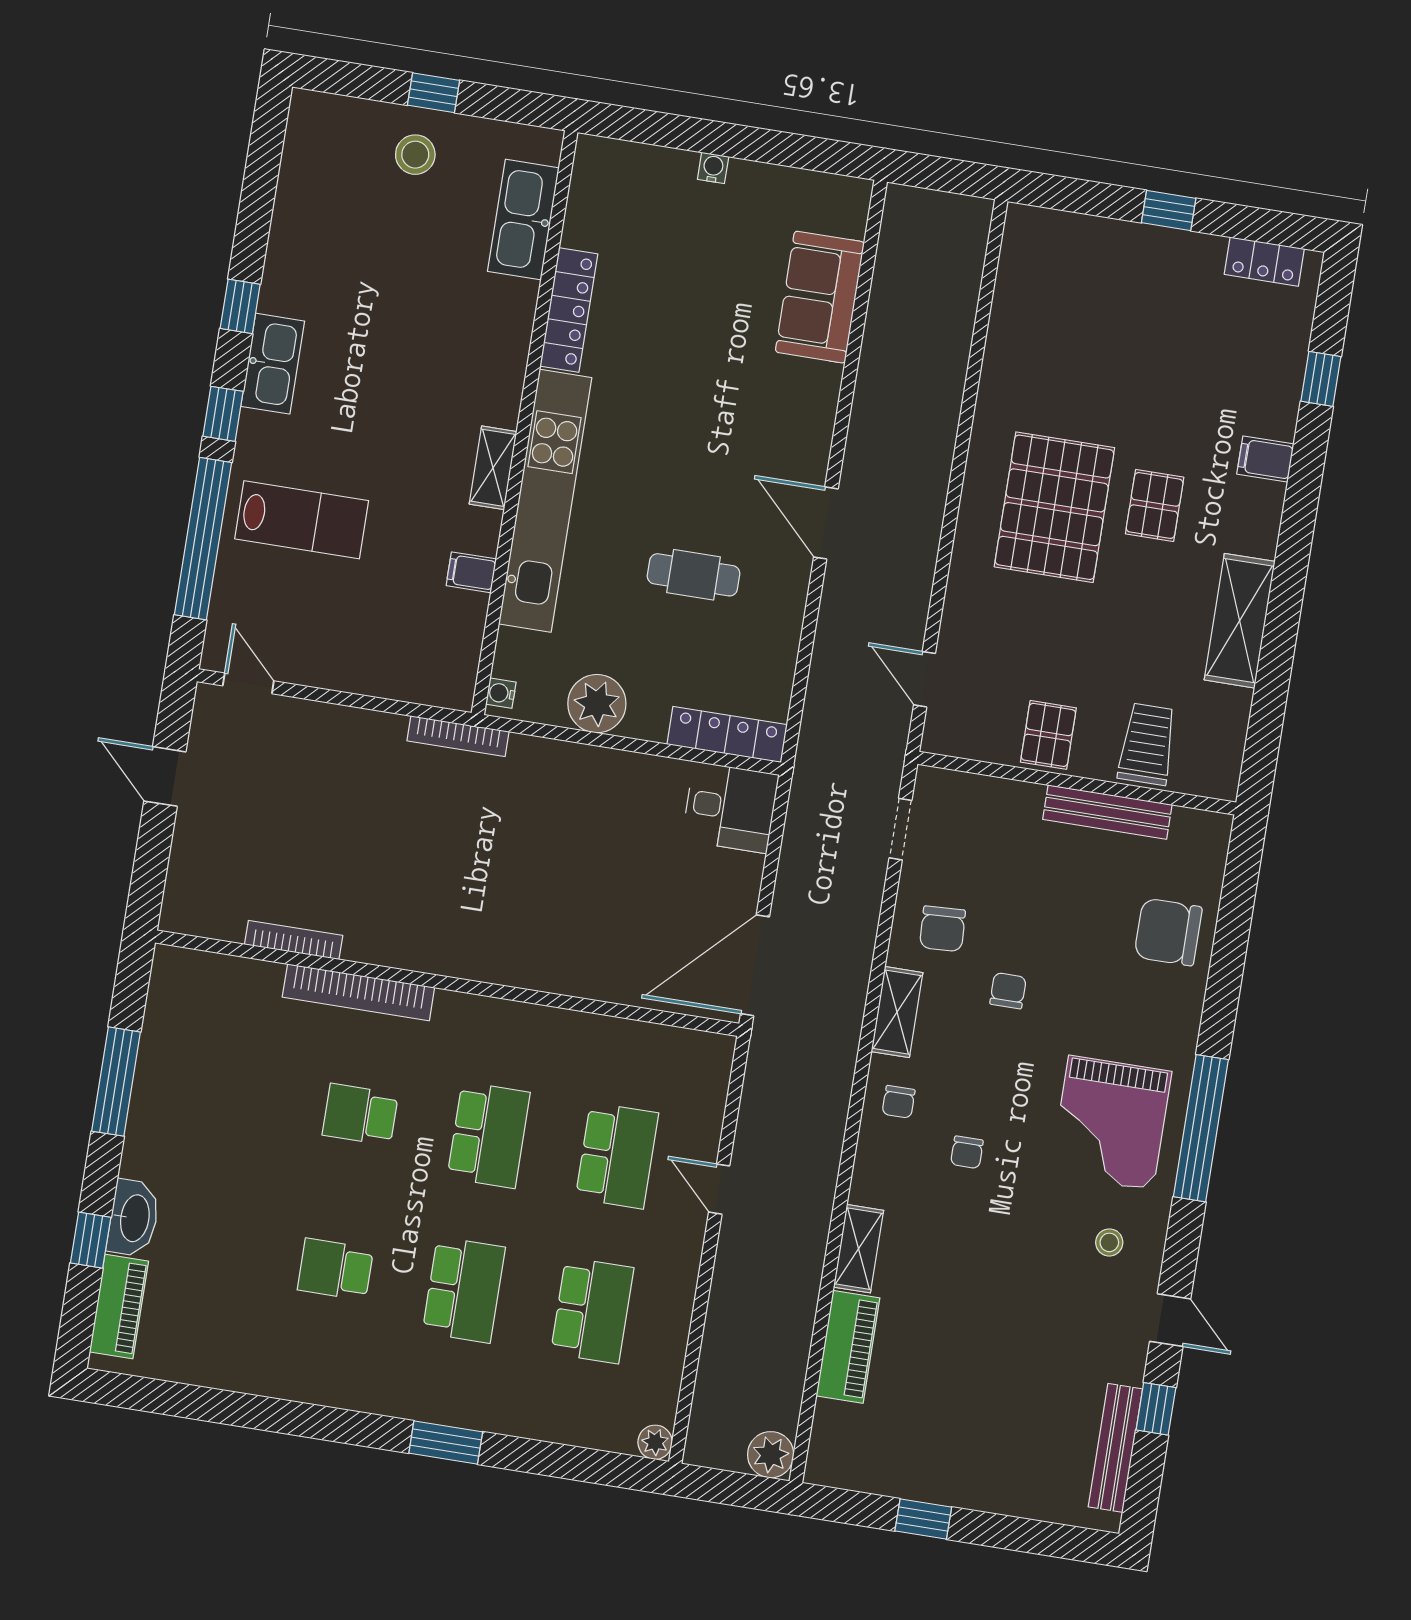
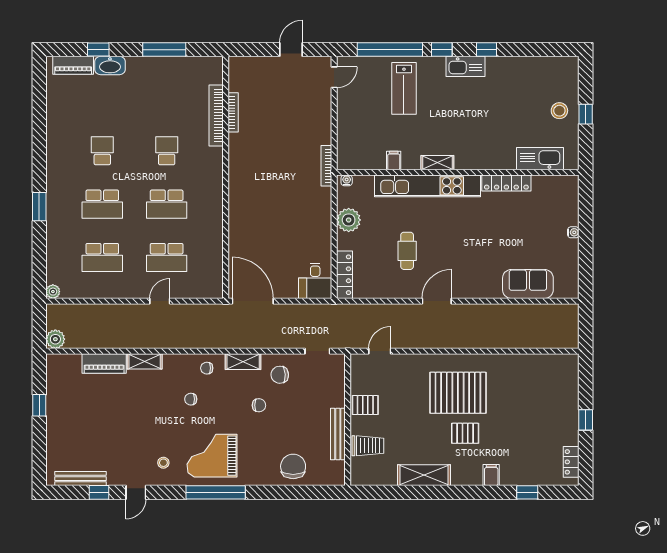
bookcase: (358, 992) -> (216, 115), moved

